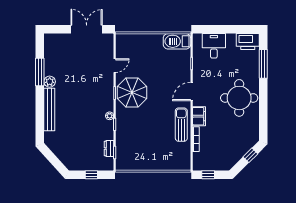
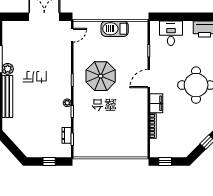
barbecue: (177, 41) -> (115, 29), moved
door: (115, 66) -> (72, 35), moved
parasol: (132, 92) -> (101, 76), moved
sun lounger: (181, 125) -> (139, 112), removed

